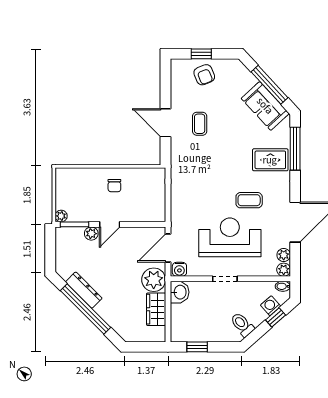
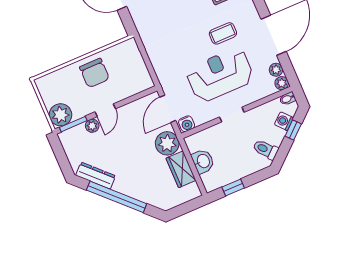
chair: (114, 186) -> (94, 73), width x1.87, depth x1.87
plant: (61, 216) -> (60, 115), width x1.88, depth x1.88
dresser: (84, 290) -> (96, 176), moved
washbasin: (180, 292) -> (203, 161), moved

